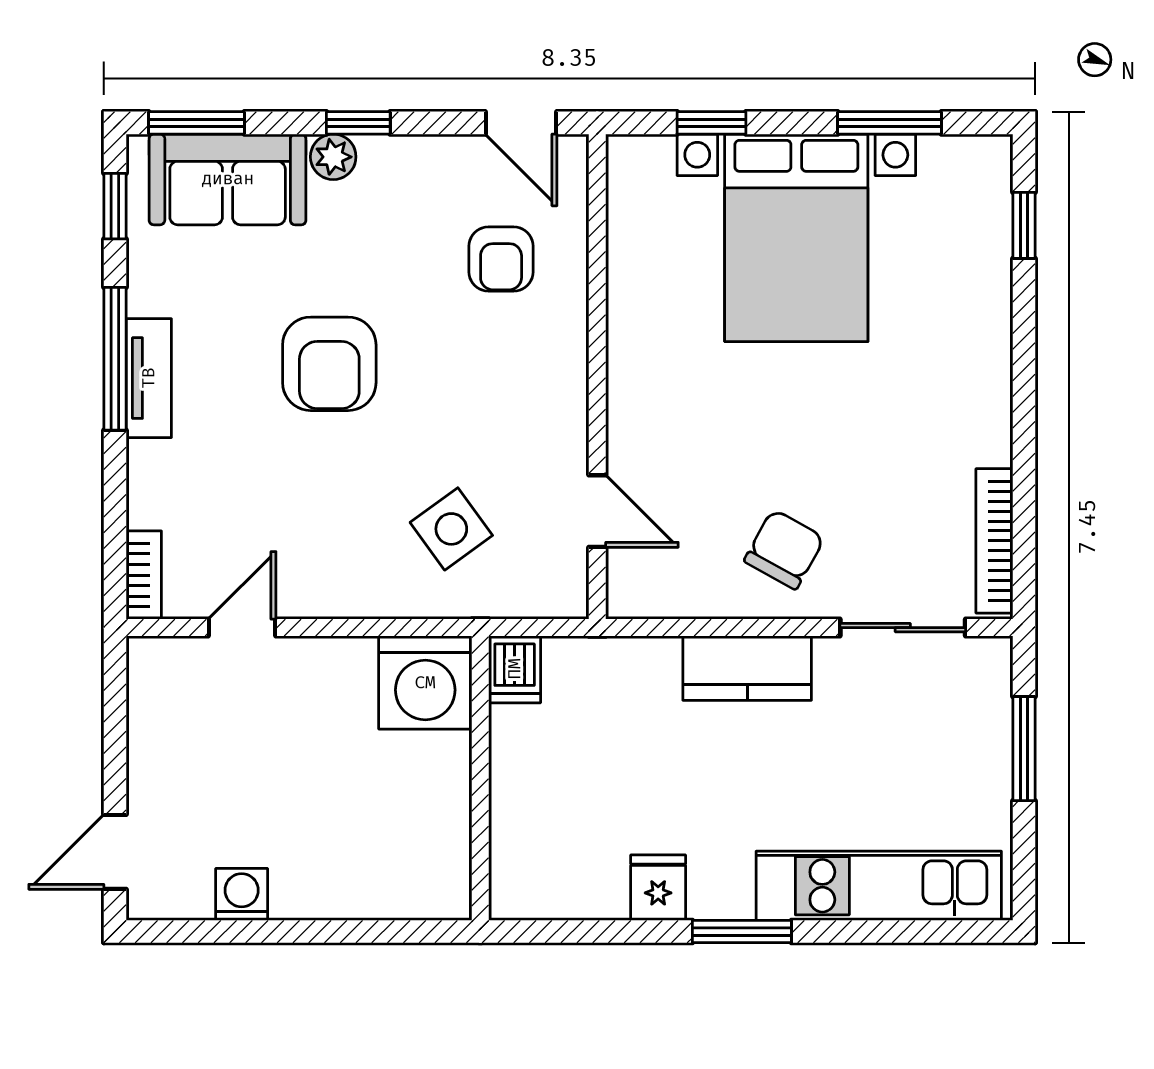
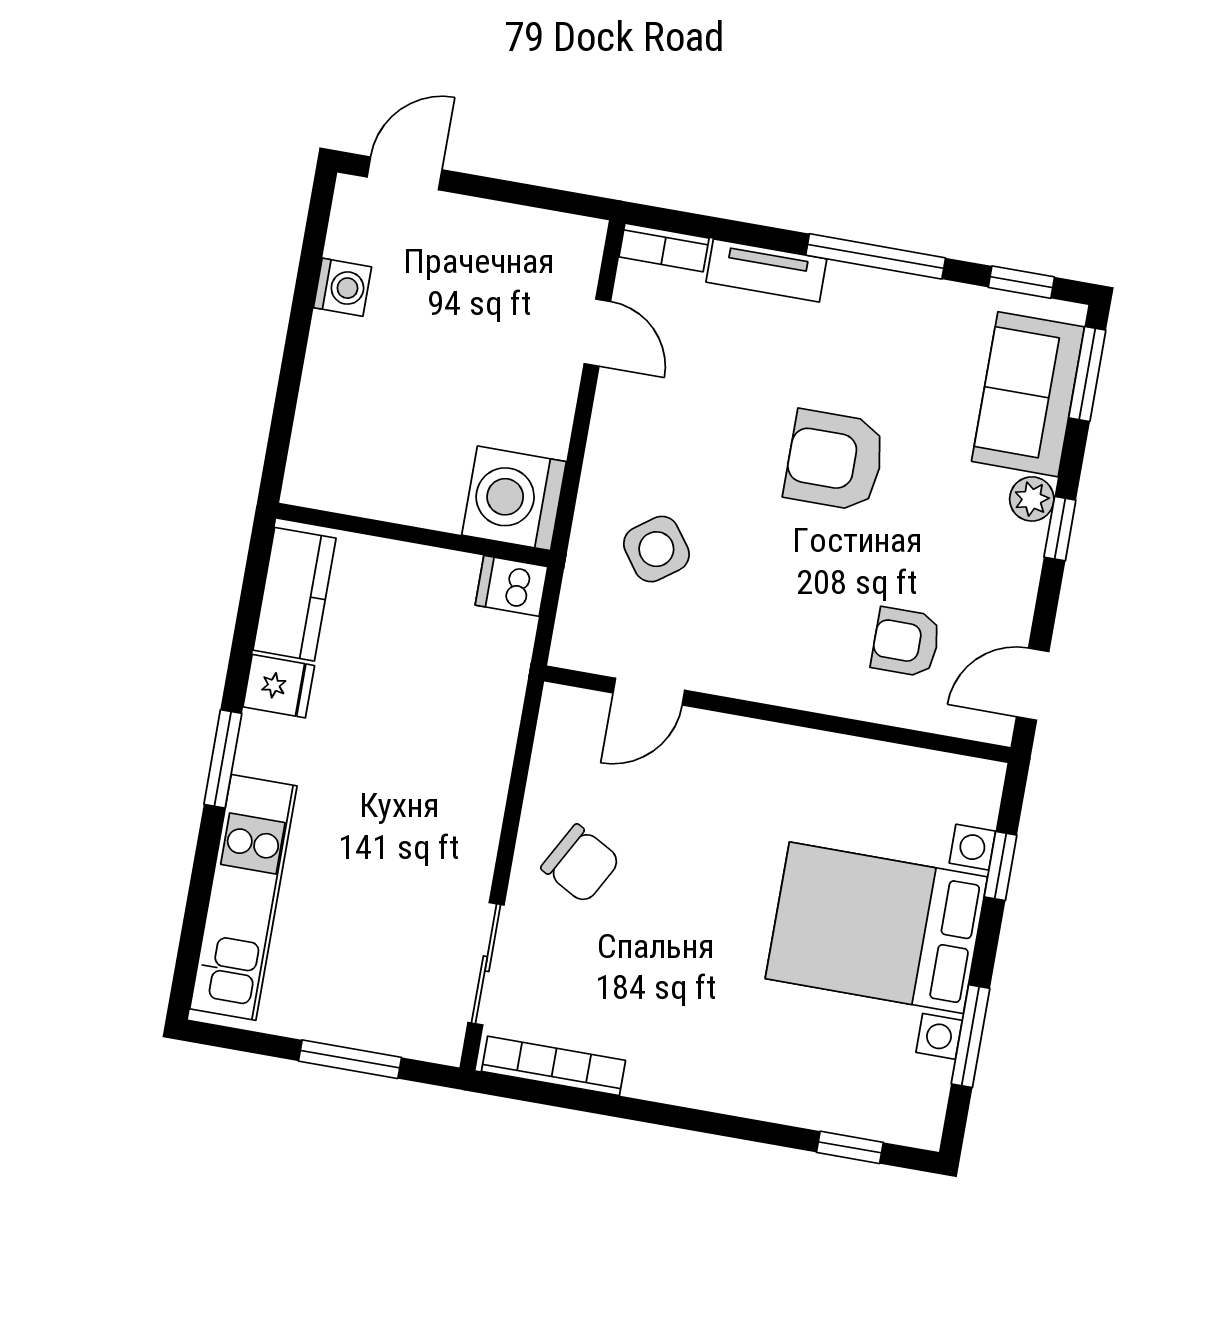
tv unit: (149, 378) -> (766, 270), moved
kitchen counter: (747, 668) -> (294, 594), moved, turned 180
door: (115, 852) -> (404, 173), hinge flipped

